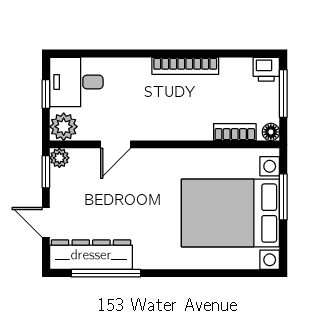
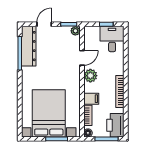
printer: (266, 69) -> (115, 125), width x1.87, depth x1.48
filing cabinet: (200, 125) -> (91, 99), added
plant: (64, 127) -> (90, 76), moved
door: (116, 144) -> (82, 58), swing flipped

